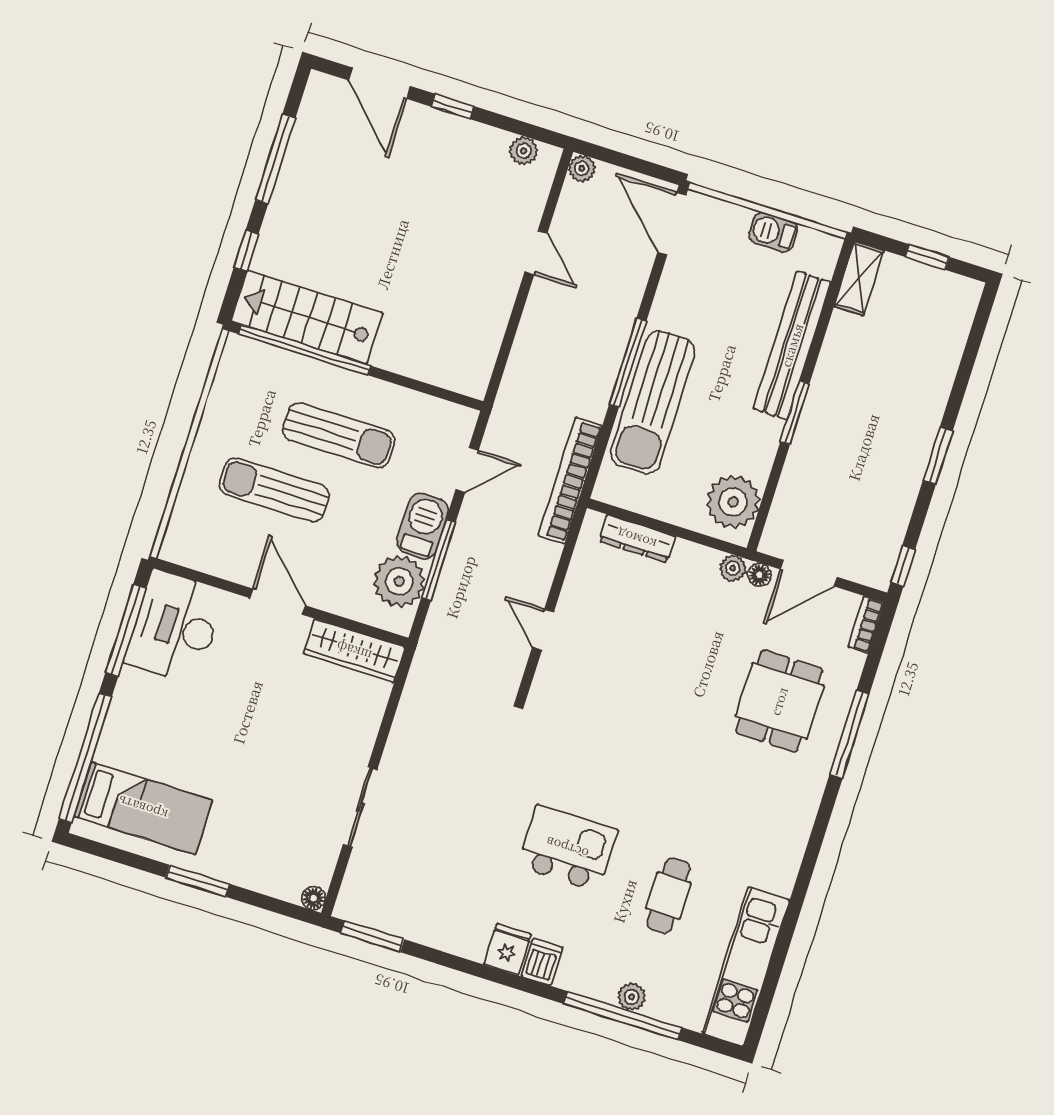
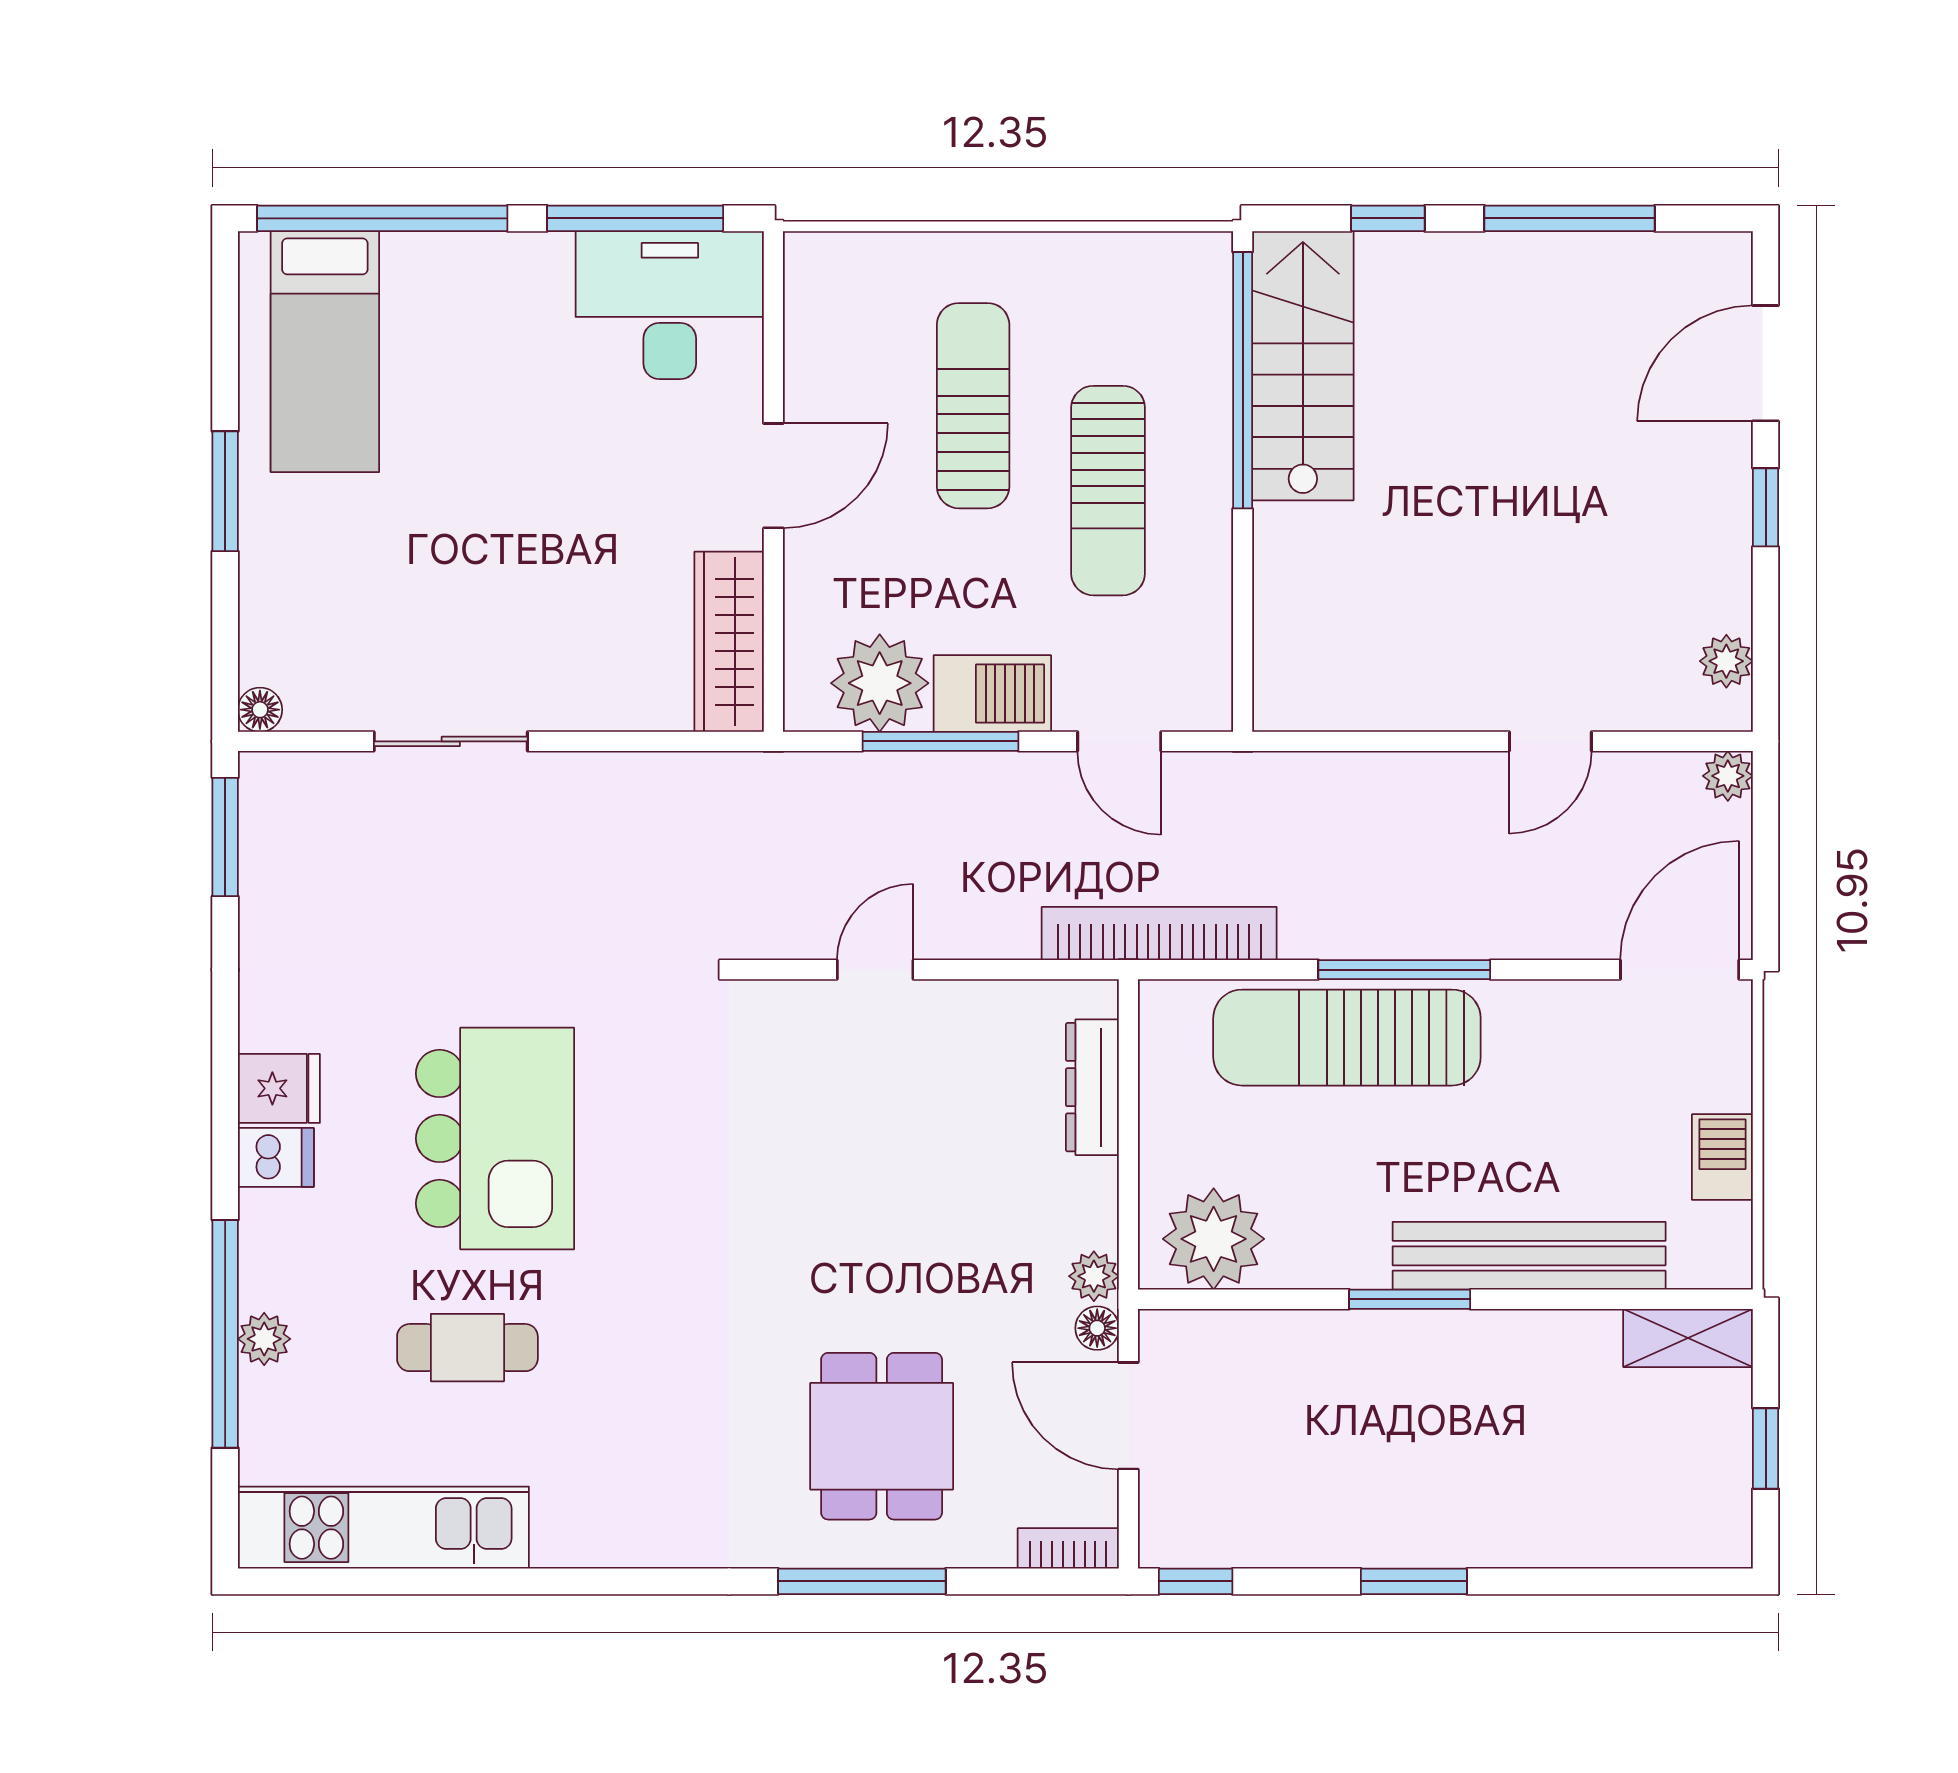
dining table: (779, 701) -> (882, 1436), turned 90
kitchen island: (567, 848) -> (495, 1138), width x1.37, depth x1.28

